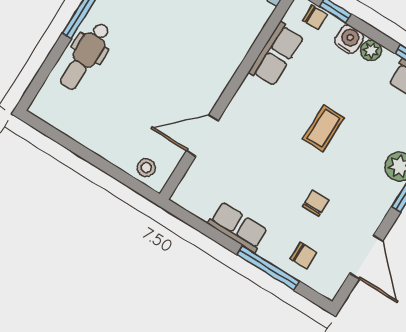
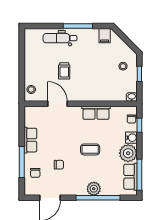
plant: (371, 51) -> (128, 153), width x1.87, depth x1.87
row of seats: (276, 54) -> (96, 113), moved
trolley: (150, 86) -> (64, 71), added

